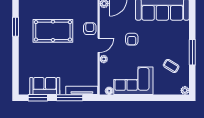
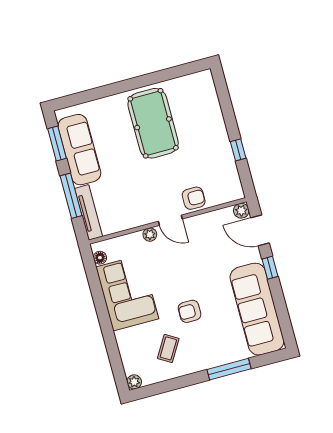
window: (16, 27) -> (164, 75), removed
pool table: (53, 31) -> (153, 123), moved
armchair: (132, 39) -> (190, 311), moved
window: (192, 52) -> (229, 369), moved
sofa: (45, 86) -> (79, 150), width x1.36

